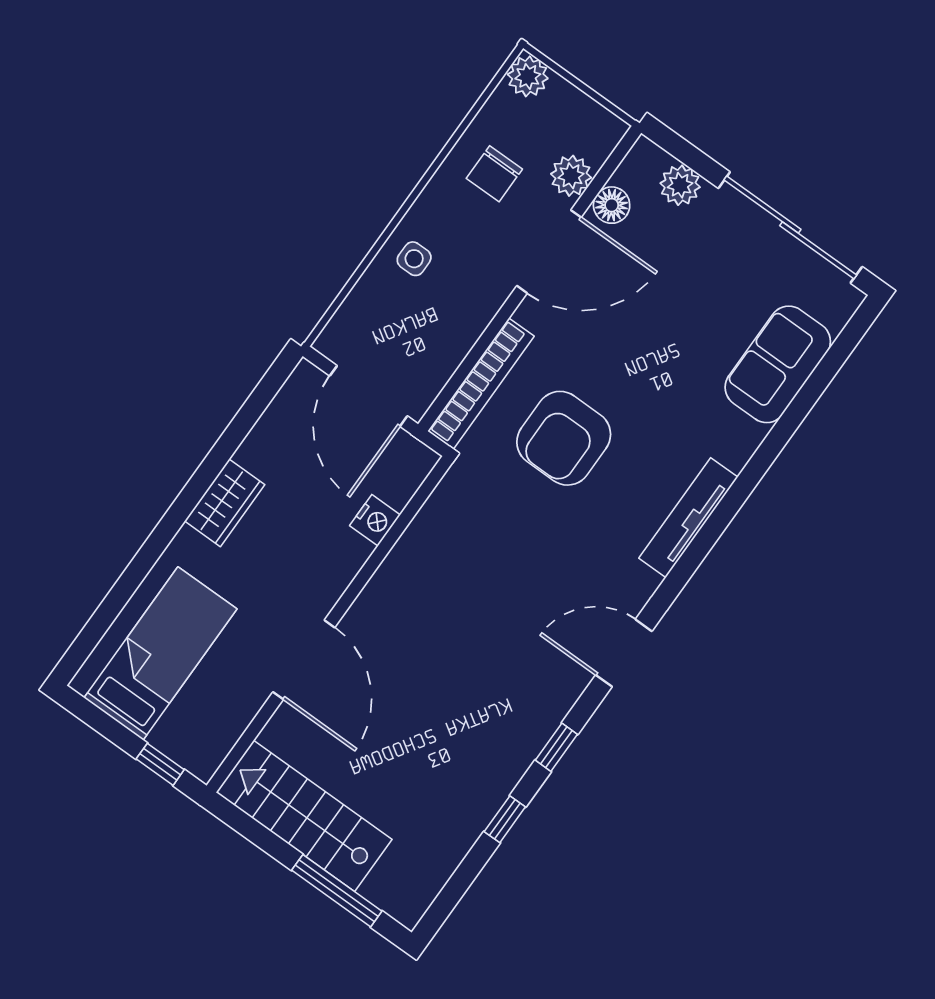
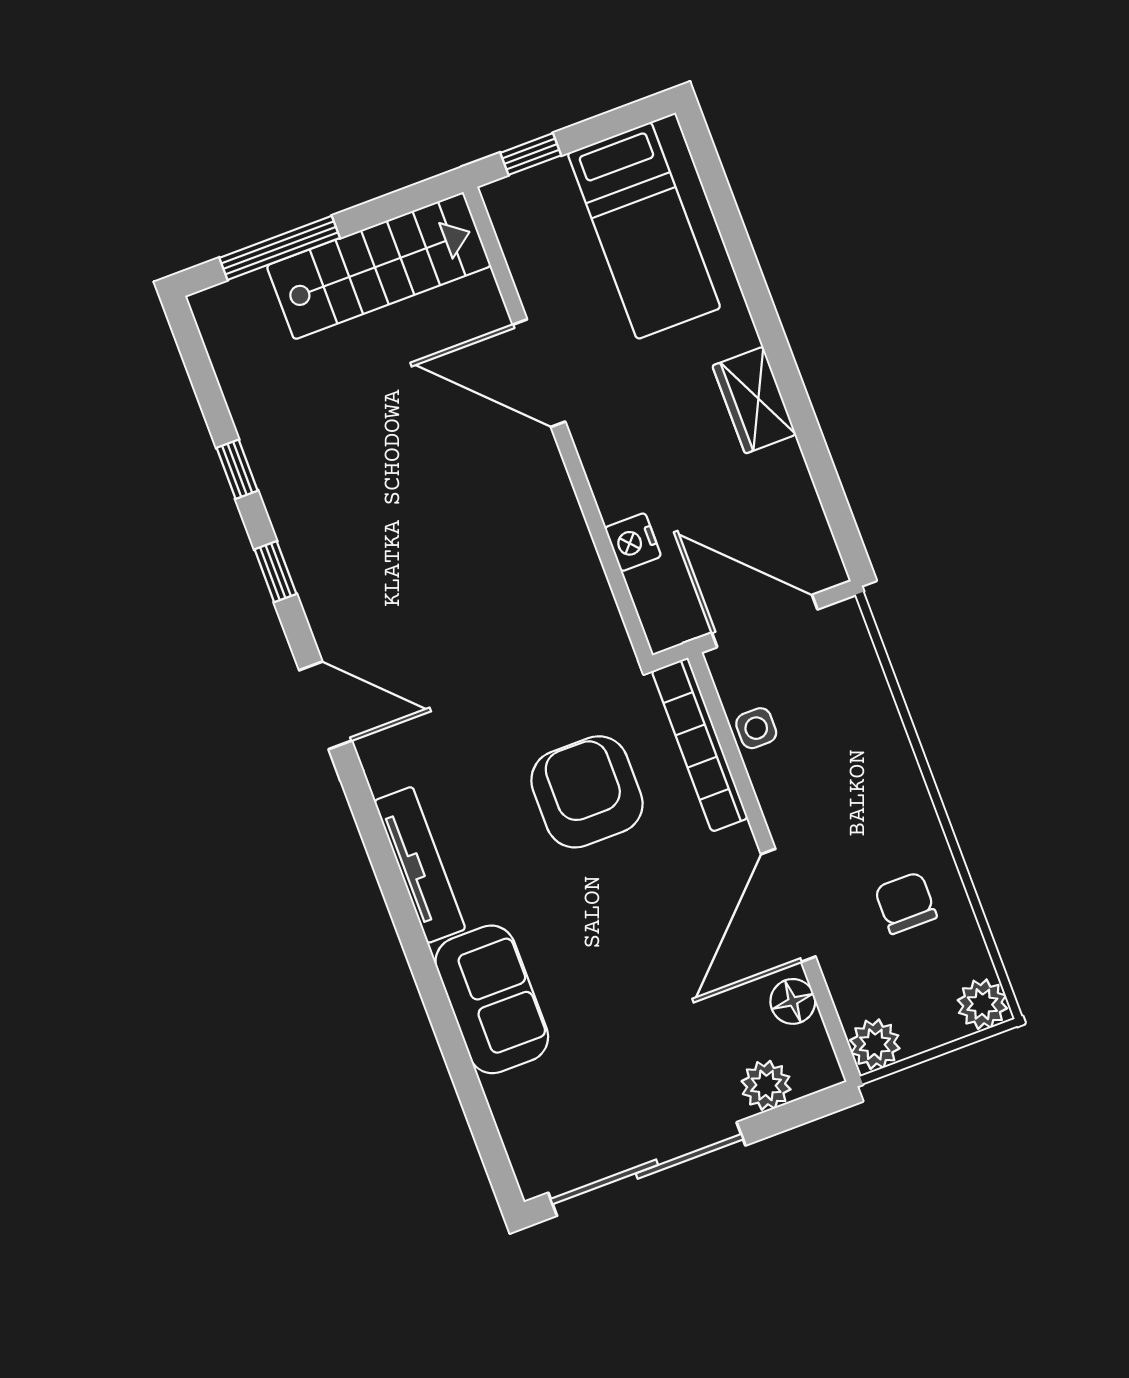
plant: (571, 176) -> (875, 1044), moved
side table: (414, 259) -> (756, 728), moved
sofa: (778, 364) -> (492, 999), moved
door: (624, 653) -> (325, 705), hinge flipped

